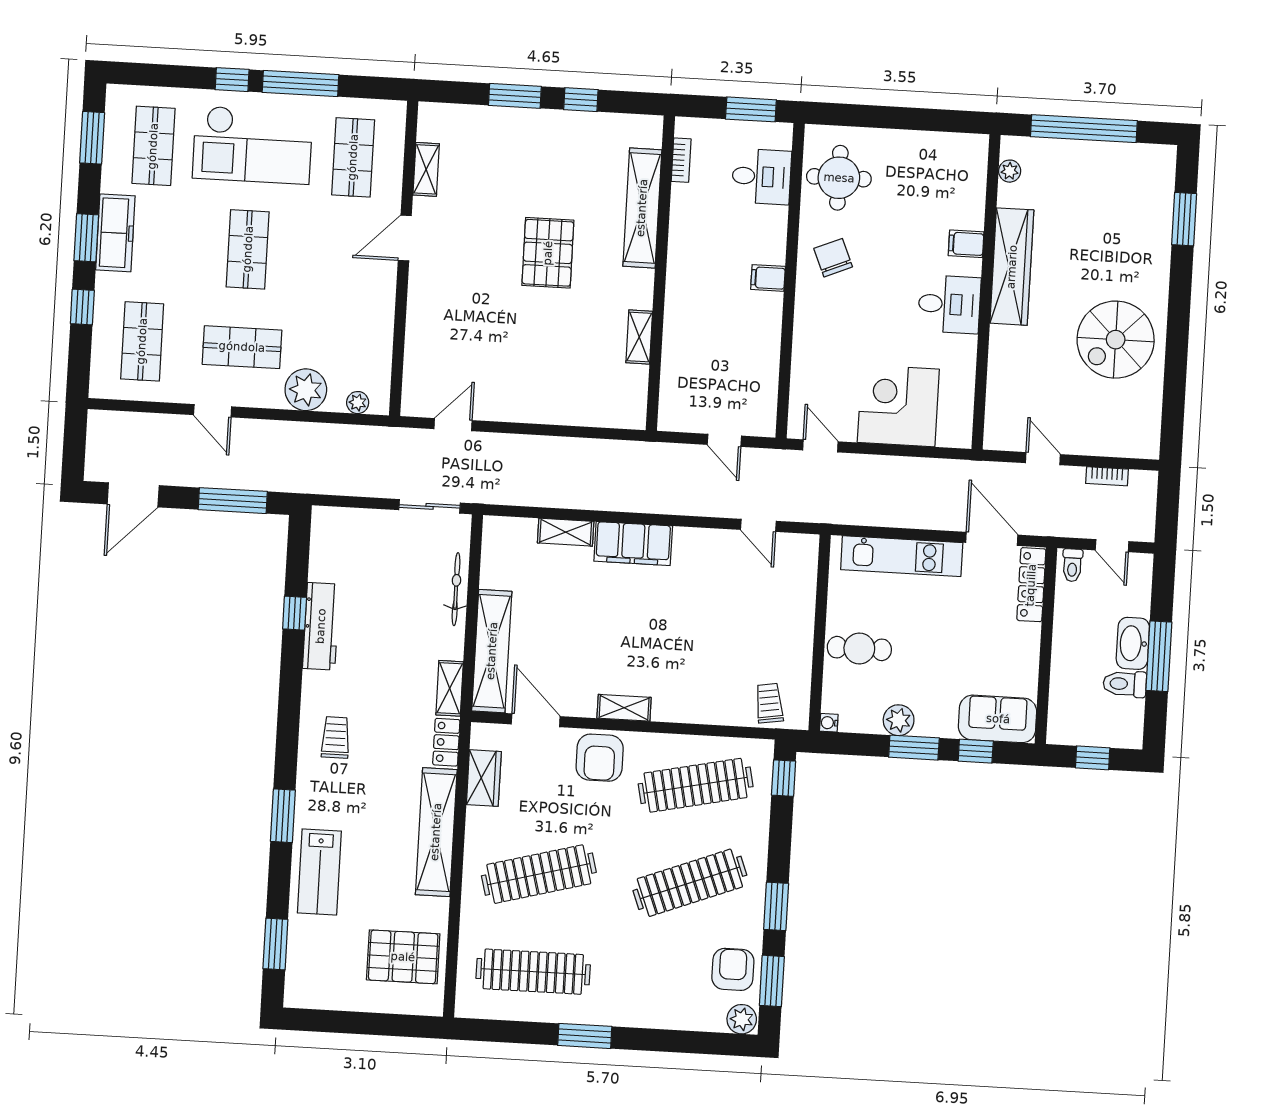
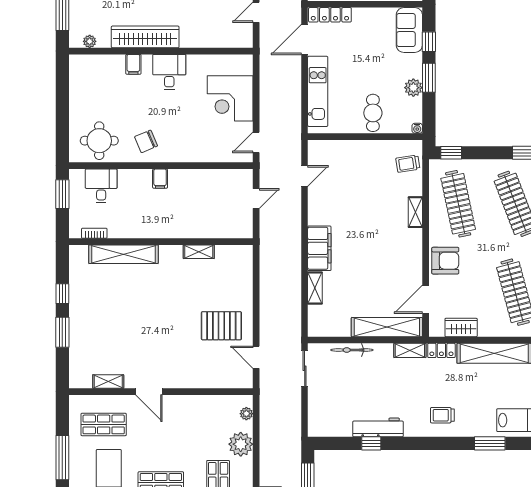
pallet: (548, 253) -> (221, 326), moved
shelving: (624, 708) -> (415, 212), moved

